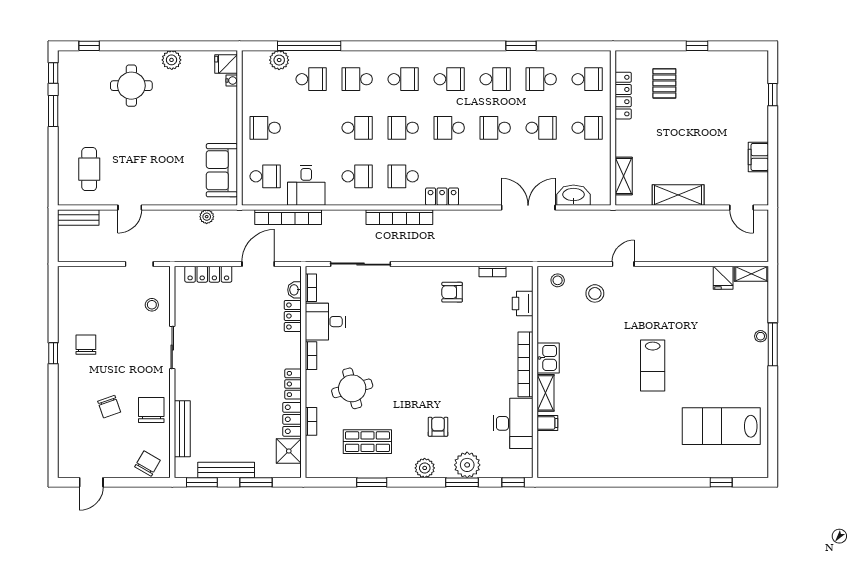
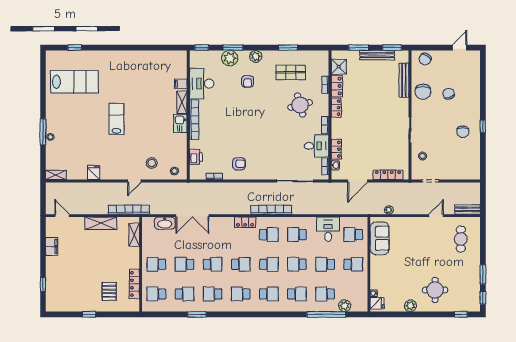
school desk: (403, 79) -> (269, 294), turned 180
school desk: (311, 128) -> (325, 264), added
bookcase: (288, 217) -> (129, 210), moved
fridge: (723, 278) -> (94, 173), moved

